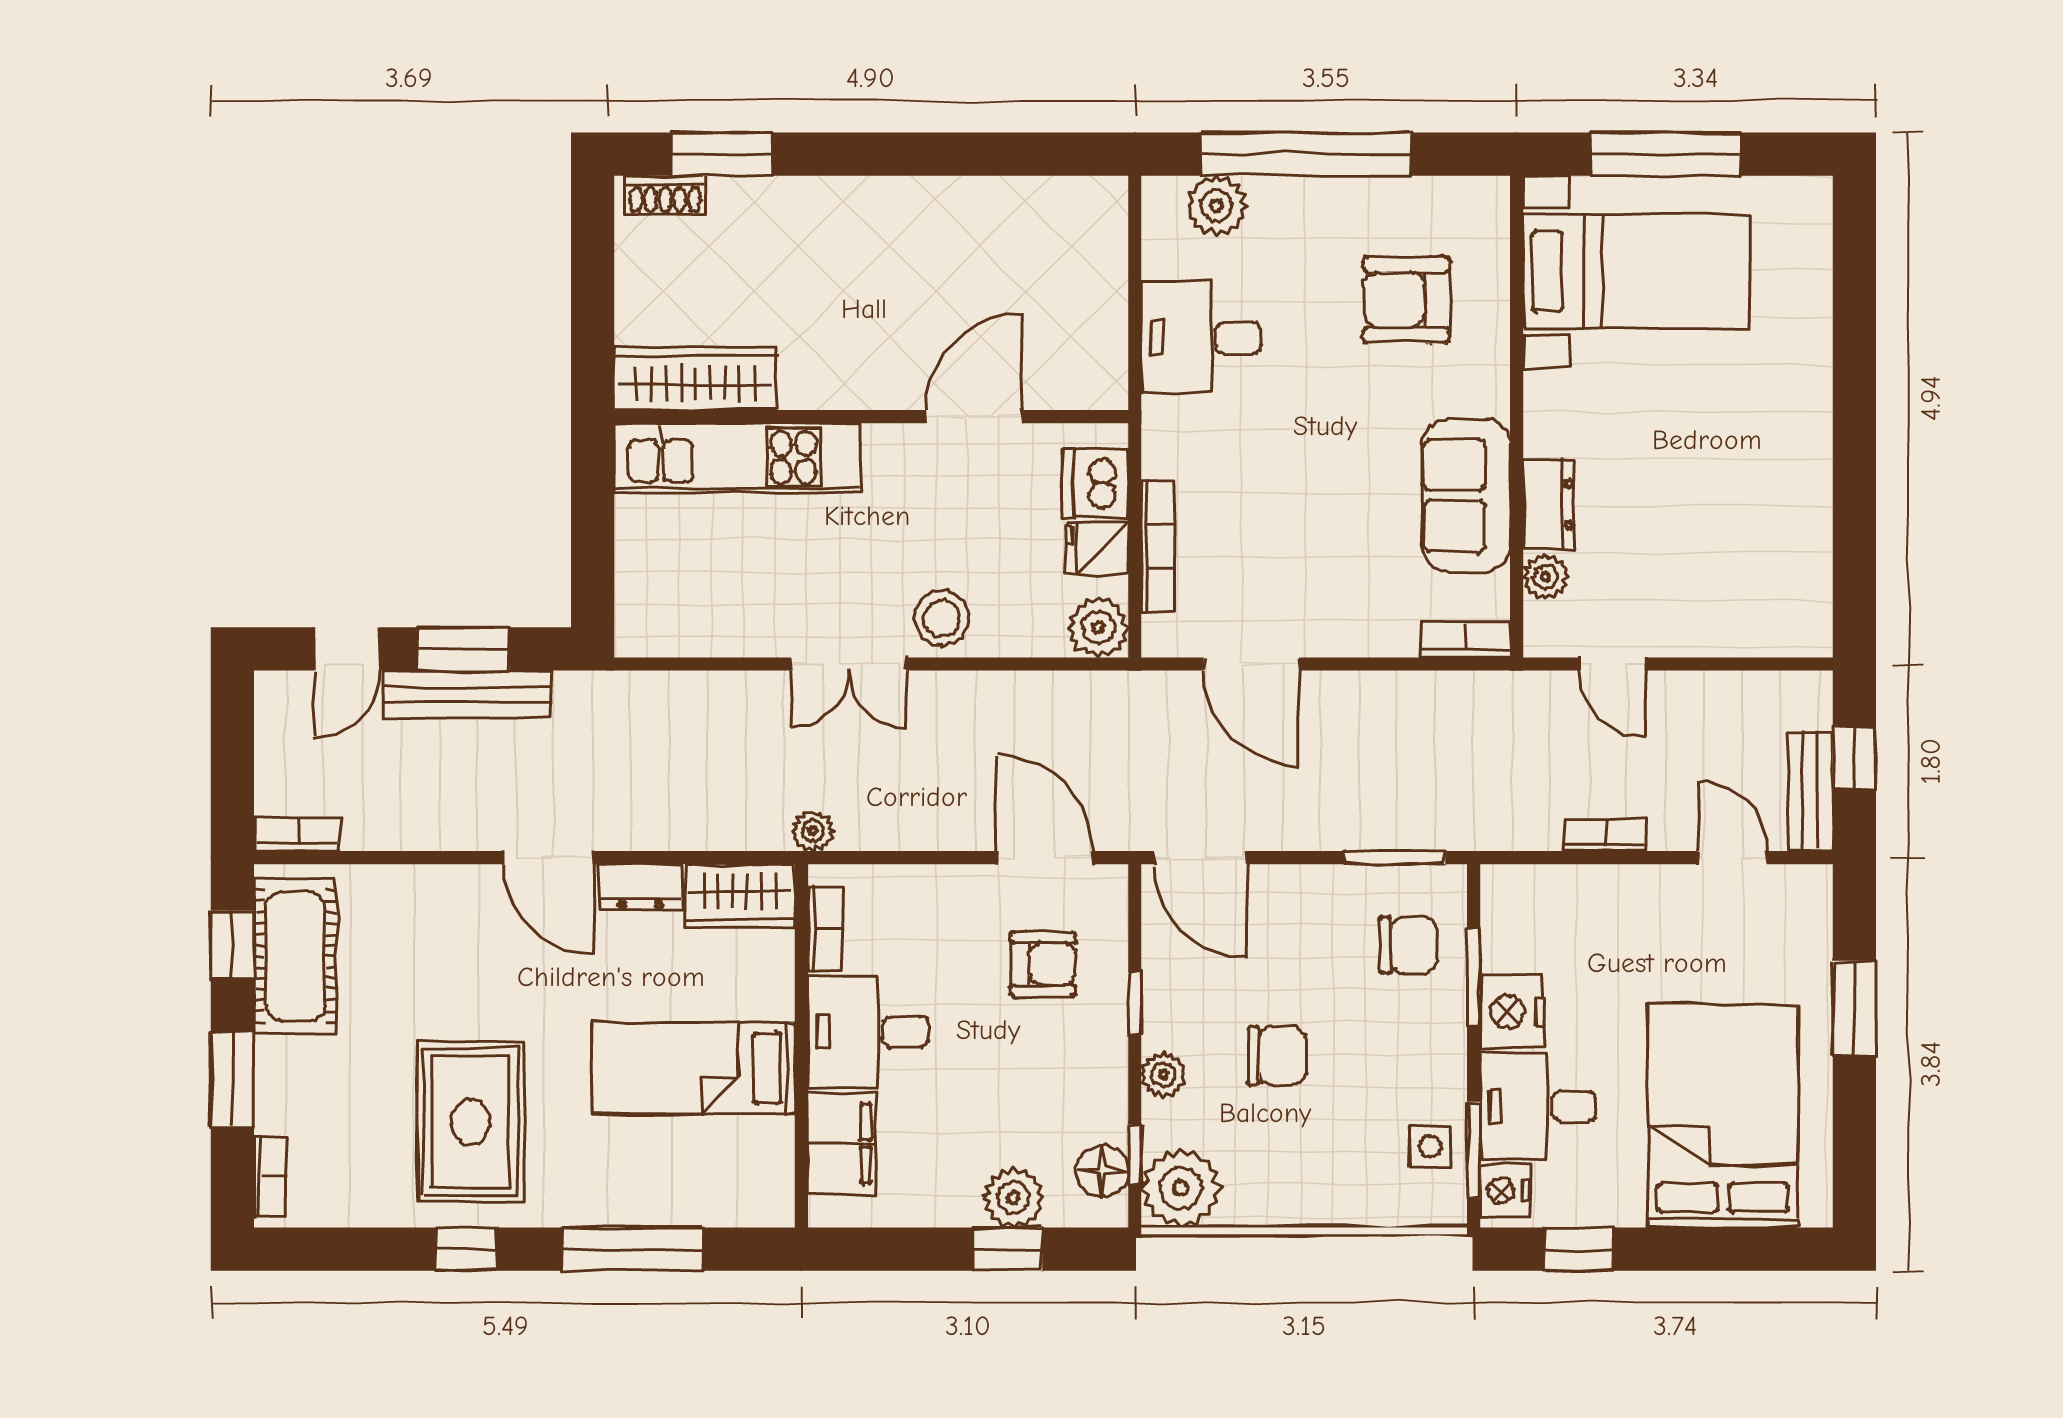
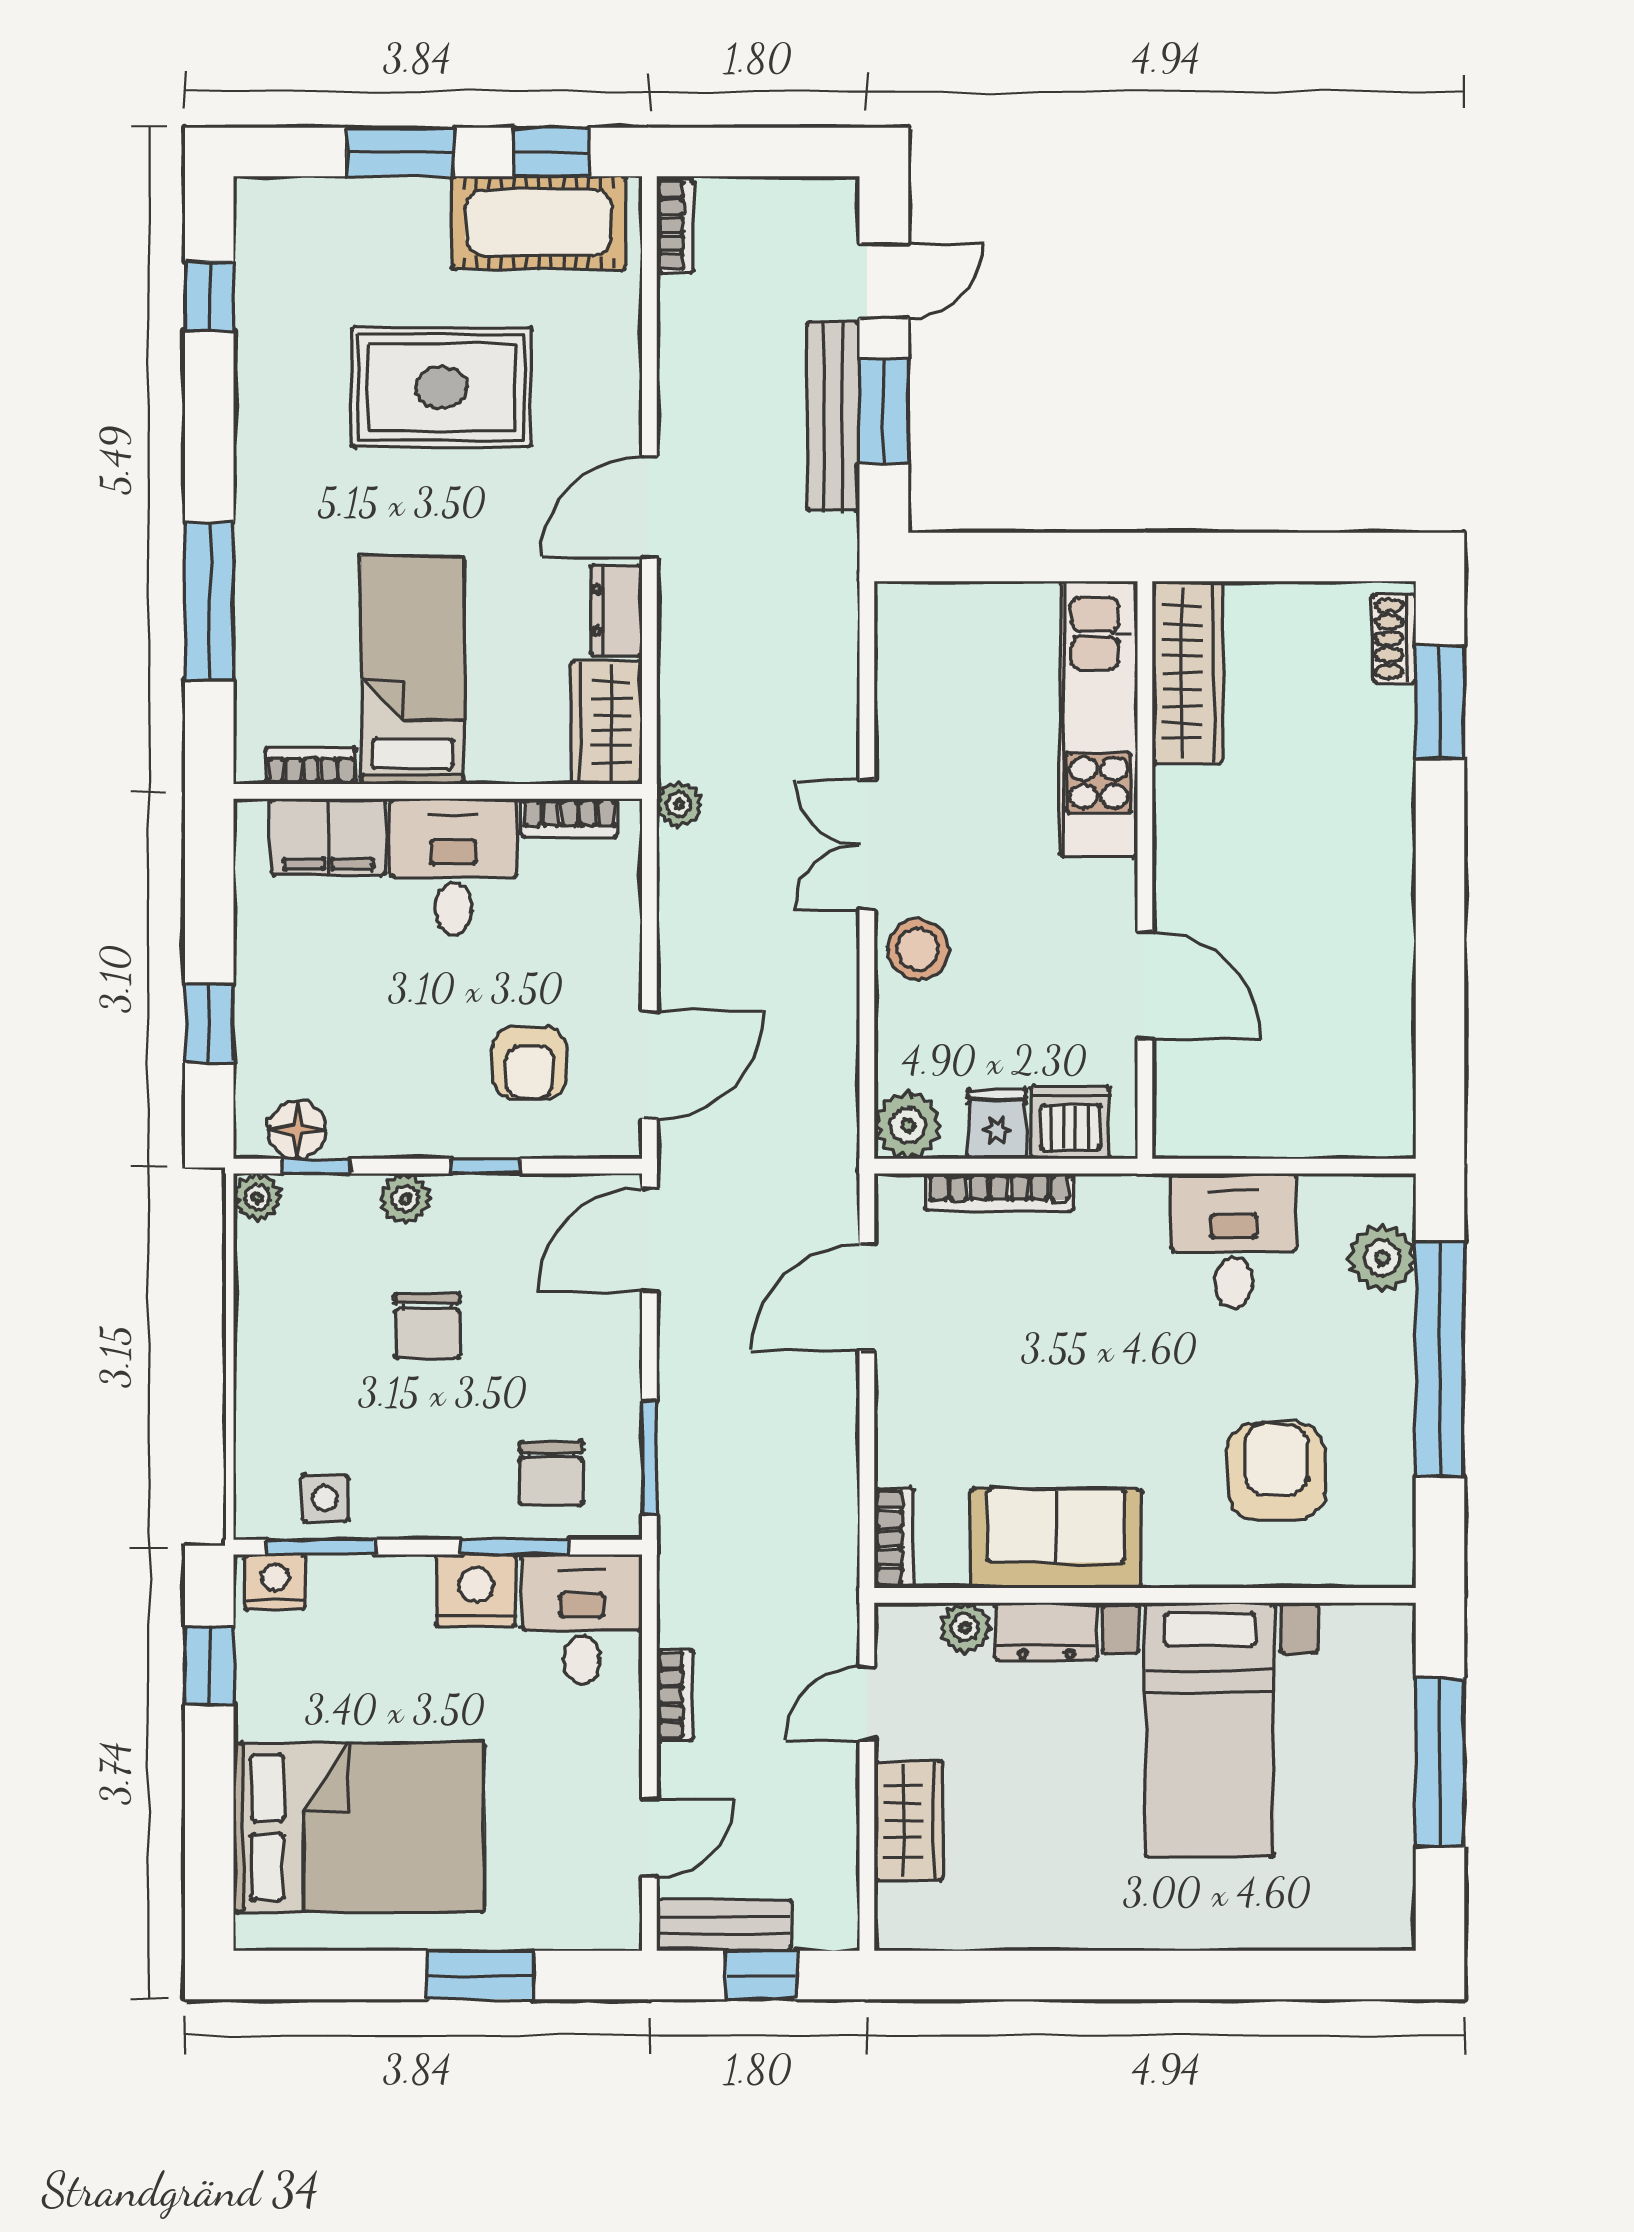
bed with nightstands: (1636, 271) -> (1210, 1730), moved
wardrobe: (1717, 627) -> (909, 1821), added
door: (347, 649) -> (884, 281), swing flipped
desk: (1538, 1106) -> (582, 1619), moved
rug: (470, 1121) -> (441, 387), moved
bookcase: (270, 1176) -> (311, 766), moved, turned 180
plant: (1181, 1188) -> (257, 1197), width x0.53, depth x0.53
plant: (1013, 1197) -> (267, 1030), removed
window: (466, 1249) -> (209, 296), moved

